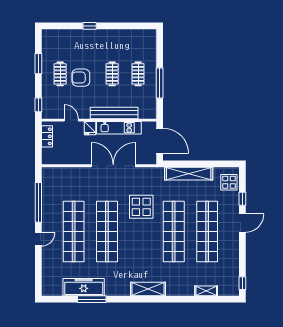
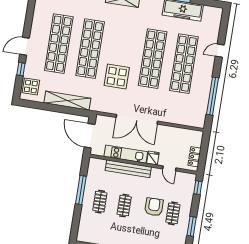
armchair: (81, 78) -> (154, 207), turned -90
door: (38, 239) -> (220, 51), moved

